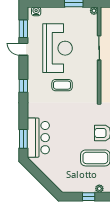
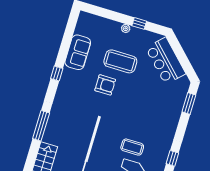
bar counter: (38, 138) -> (166, 61), moved, turned -45

